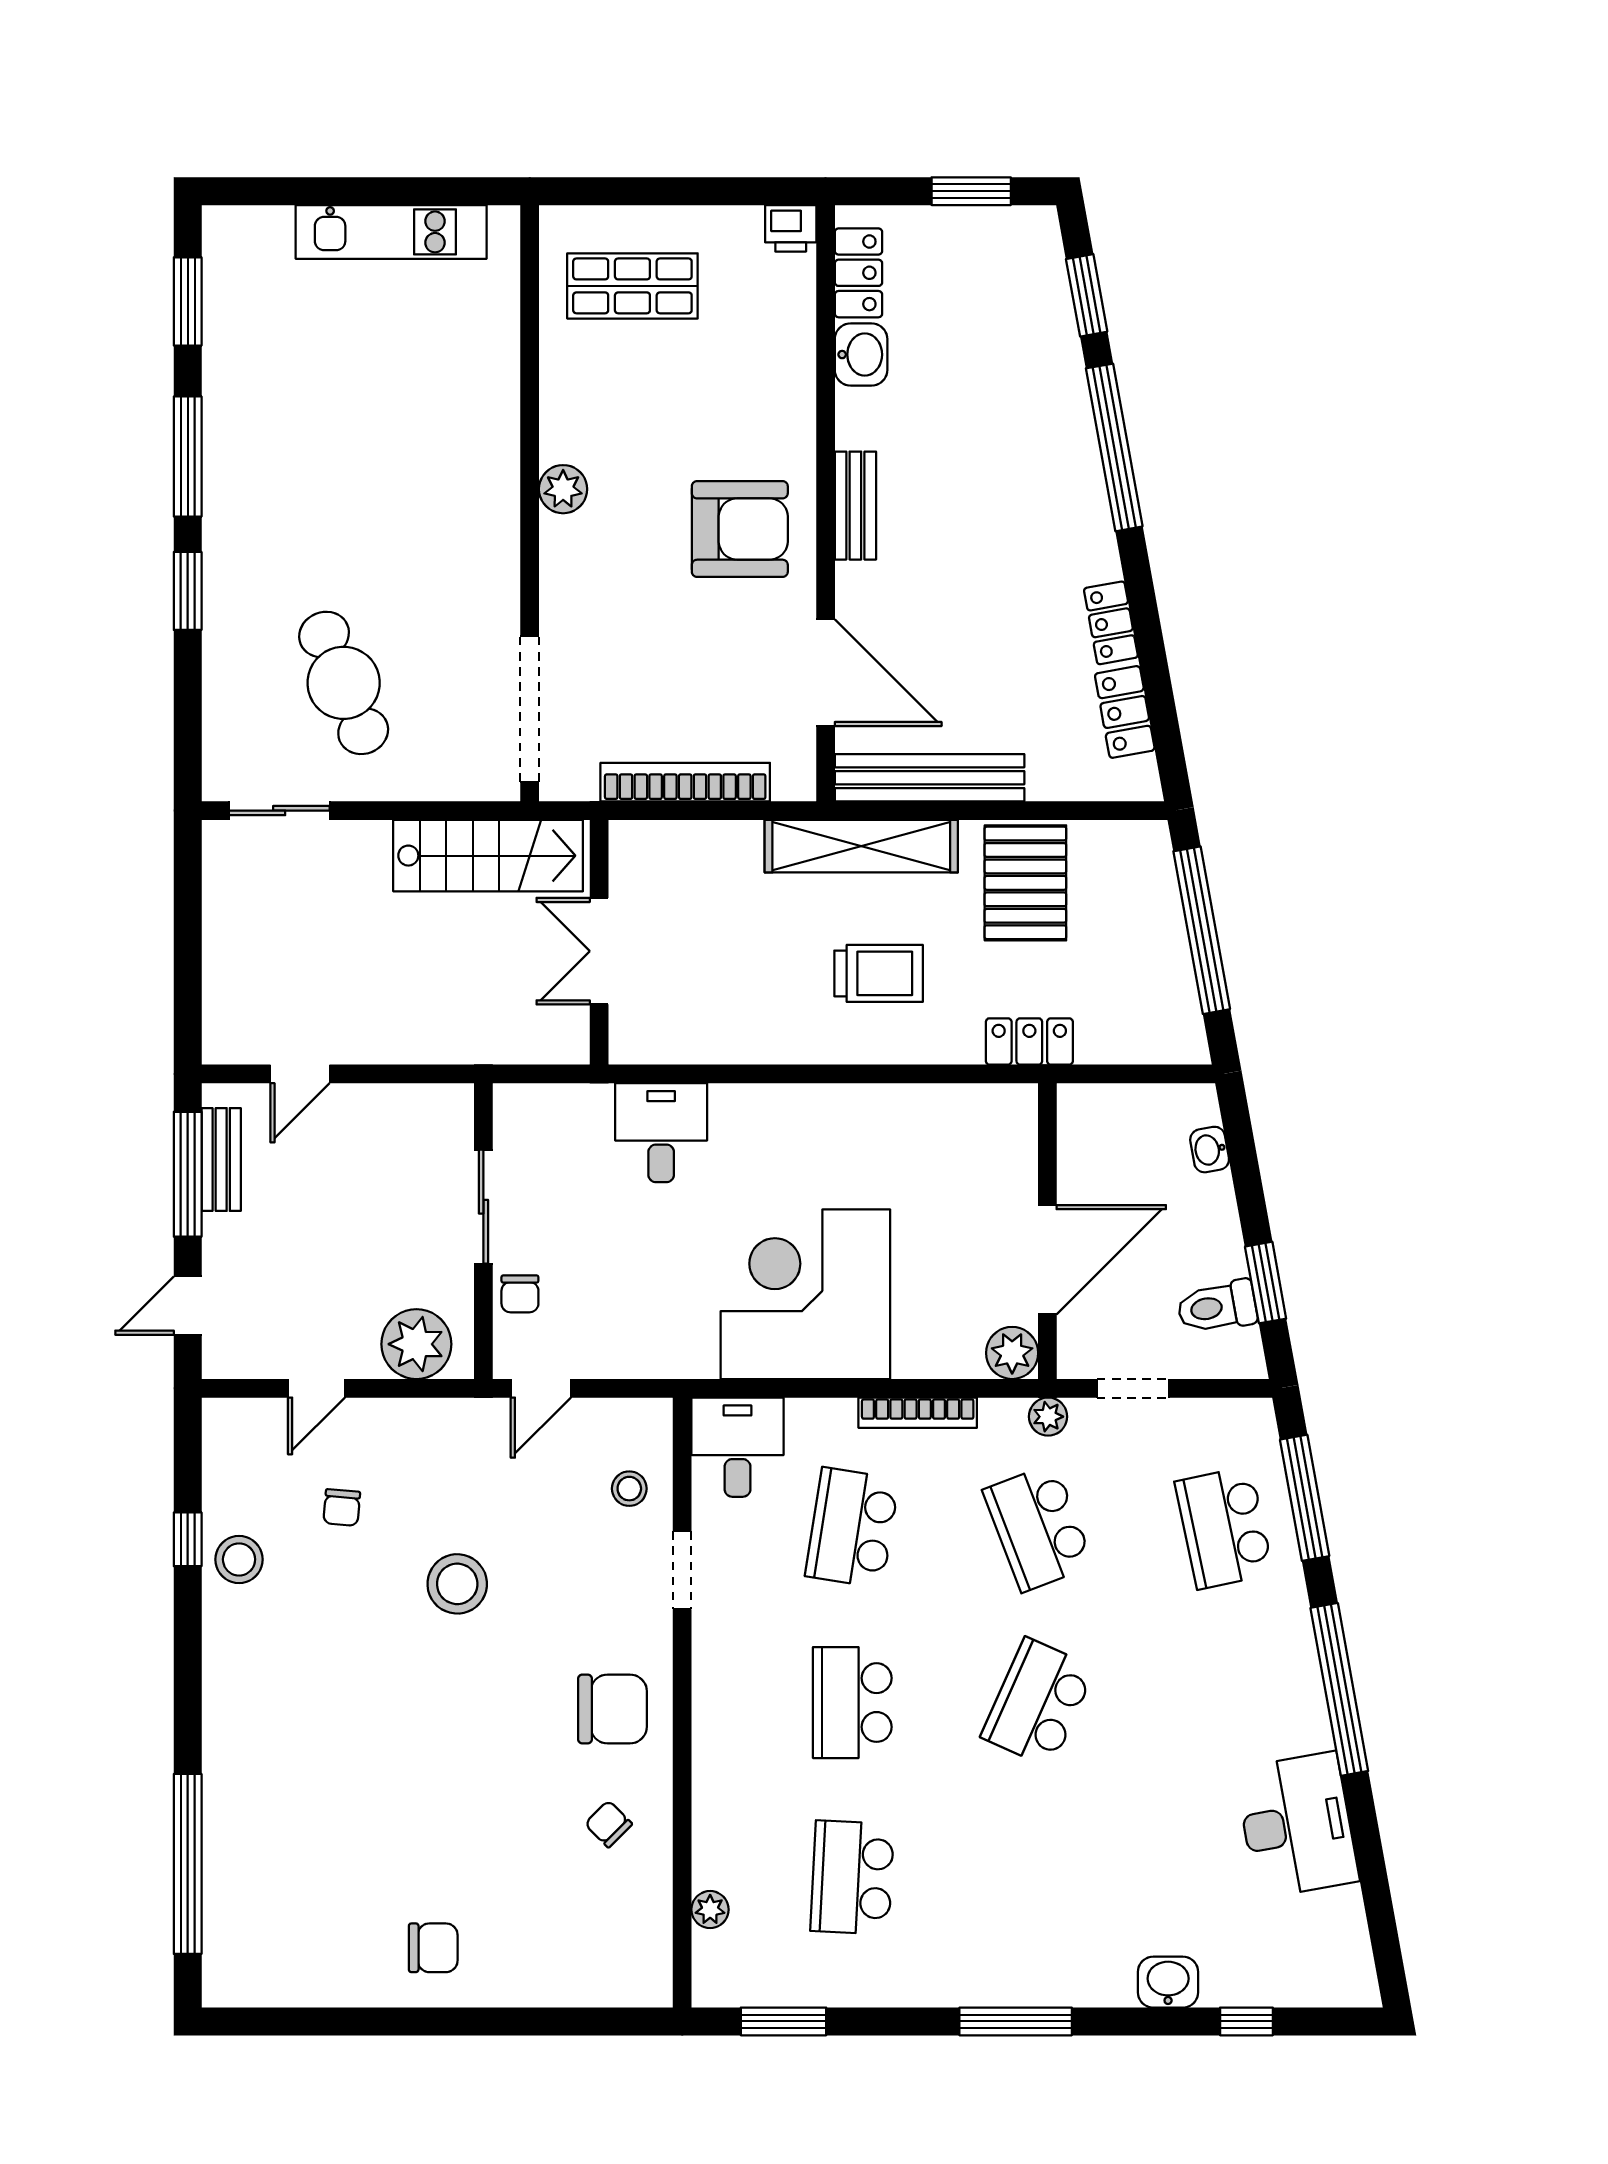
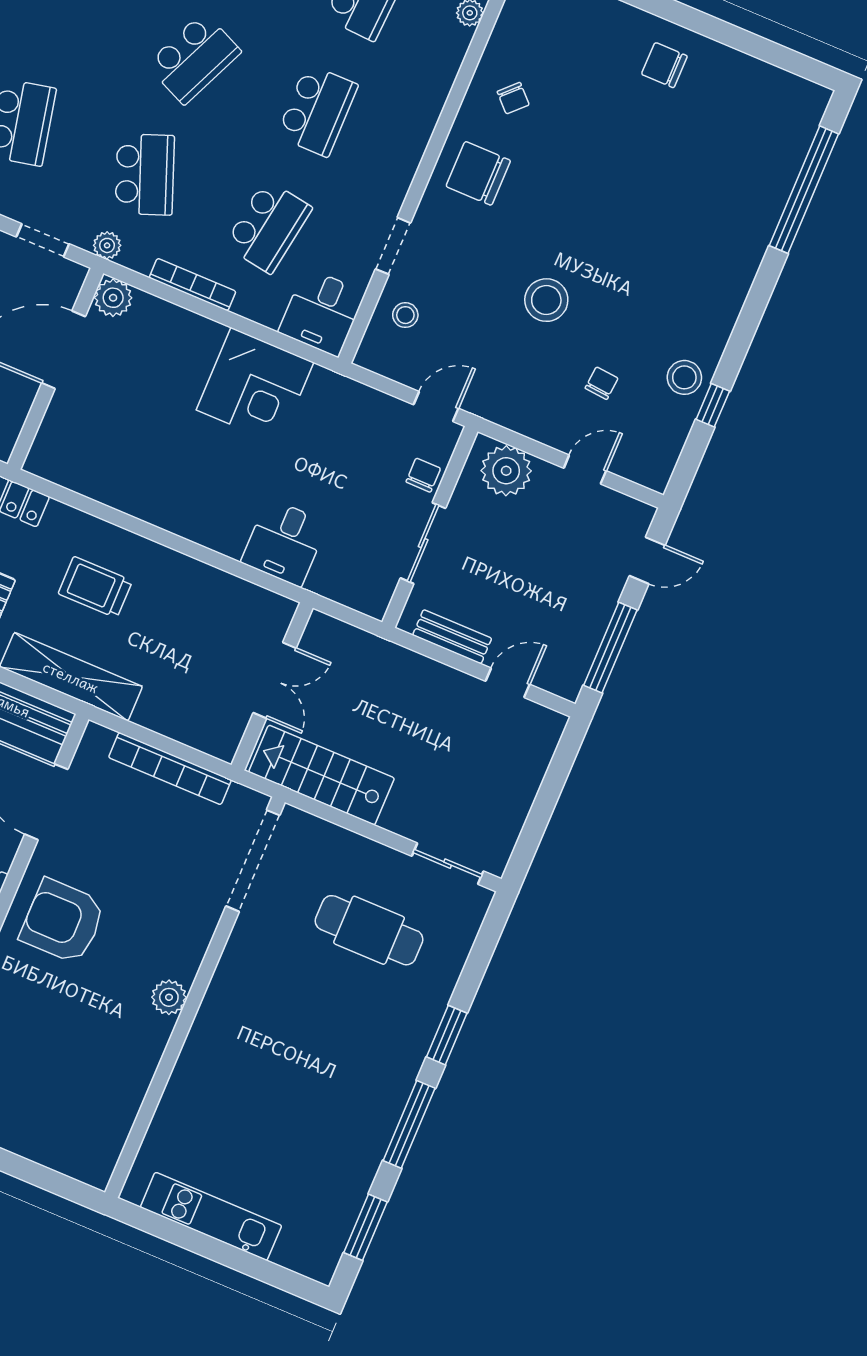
shop shelf: (632, 286) -> (66, 1113), removed
cafe table: (344, 683) -> (369, 930), turned -68
bench: (221, 1160) -> (452, 637), moved, turned 90
corner desk: (805, 1294) -> (255, 386), width x0.74, depth x0.74

